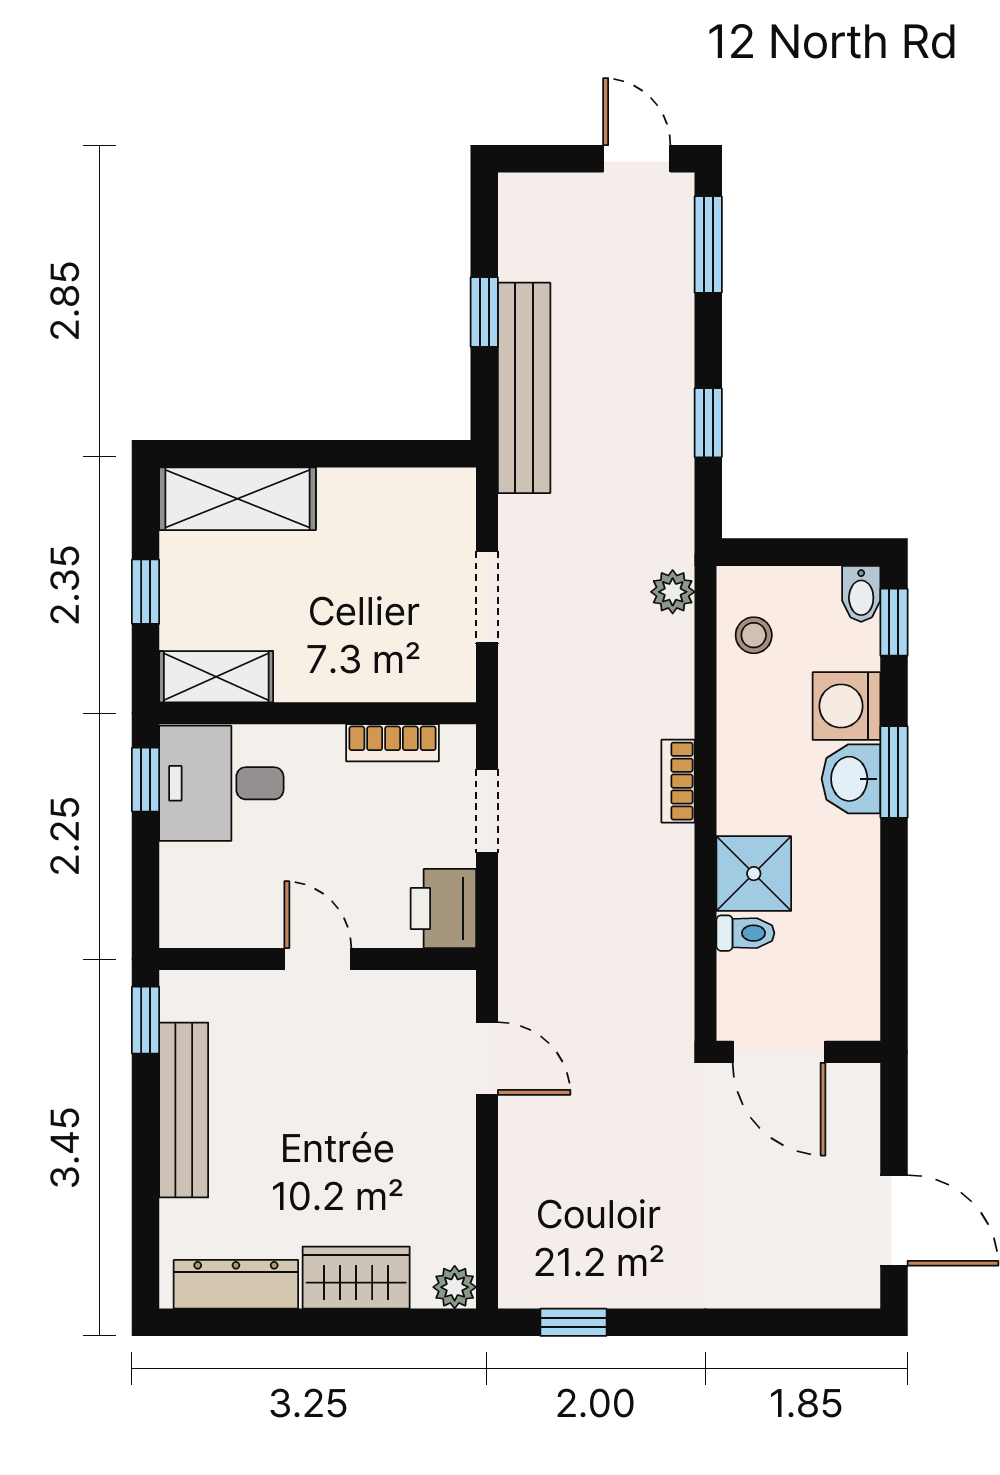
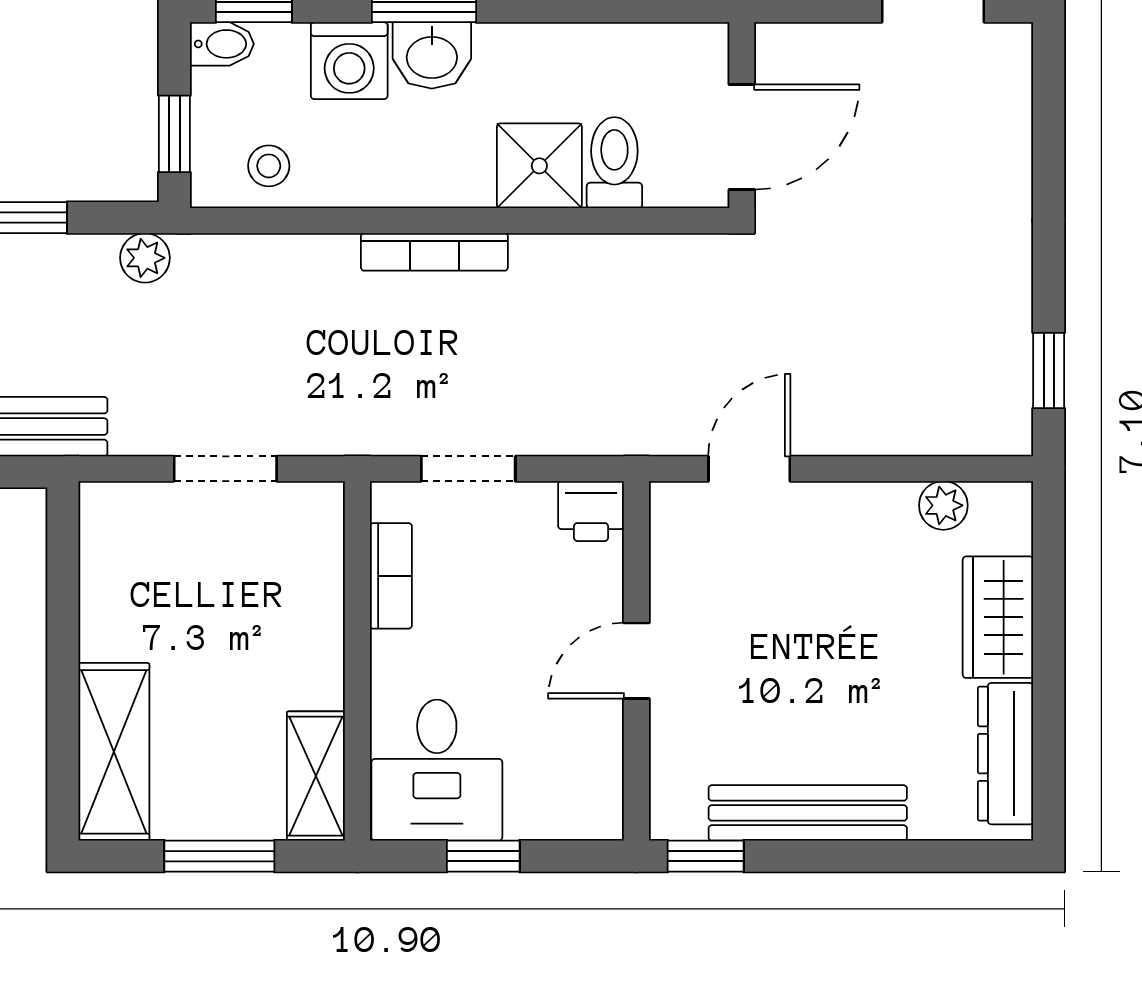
window: (782, 552) -> (174, 134), added
window: (146, 592) -> (219, 856), width x1.50
plant: (673, 592) -> (145, 258), moved
window: (146, 780) -> (483, 856), moved
bookcase: (678, 781) -> (434, 252), width x1.56
printer: (443, 909) -> (591, 511), width x0.73, depth x0.81
toilet: (745, 933) -> (614, 163), width x1.37, depth x1.39
plant: (455, 1287) -> (943, 505), moved

